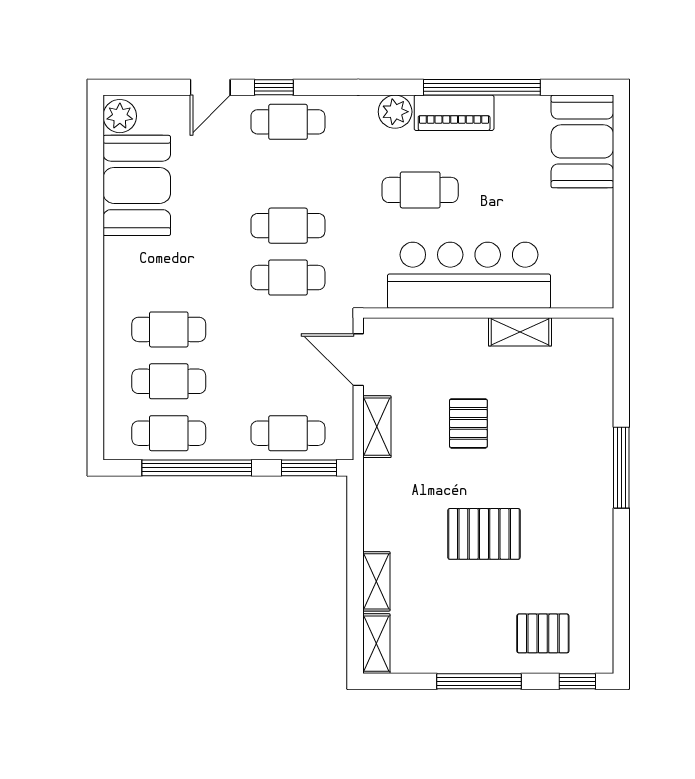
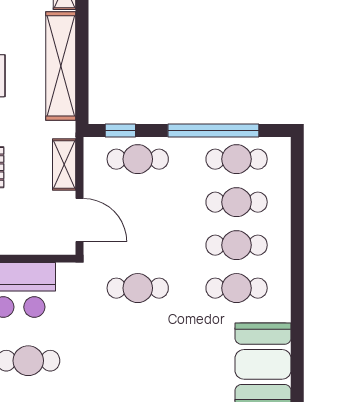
cafe table: (288, 226) -> (237, 288), moved
window: (309, 468) -> (120, 130), width x0.67
shelving: (376, 581) -> (61, 66), width x2.20, depth x1.33

